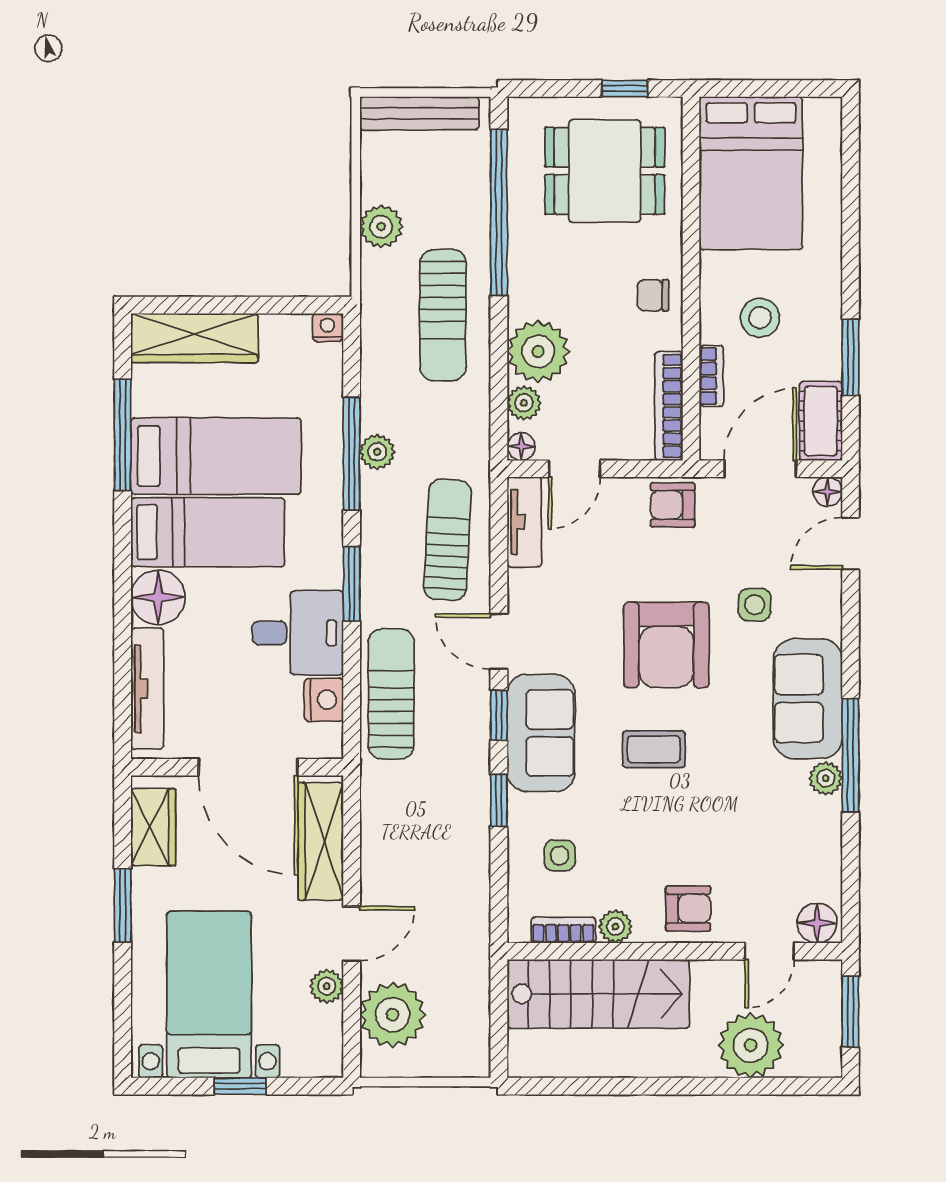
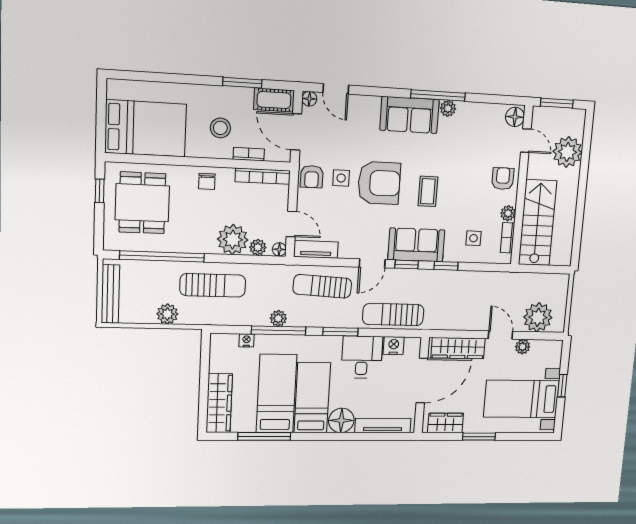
nightstand: (327, 327) -> (247, 340), moved, turned 90
side table: (755, 605) -> (341, 178), moved

